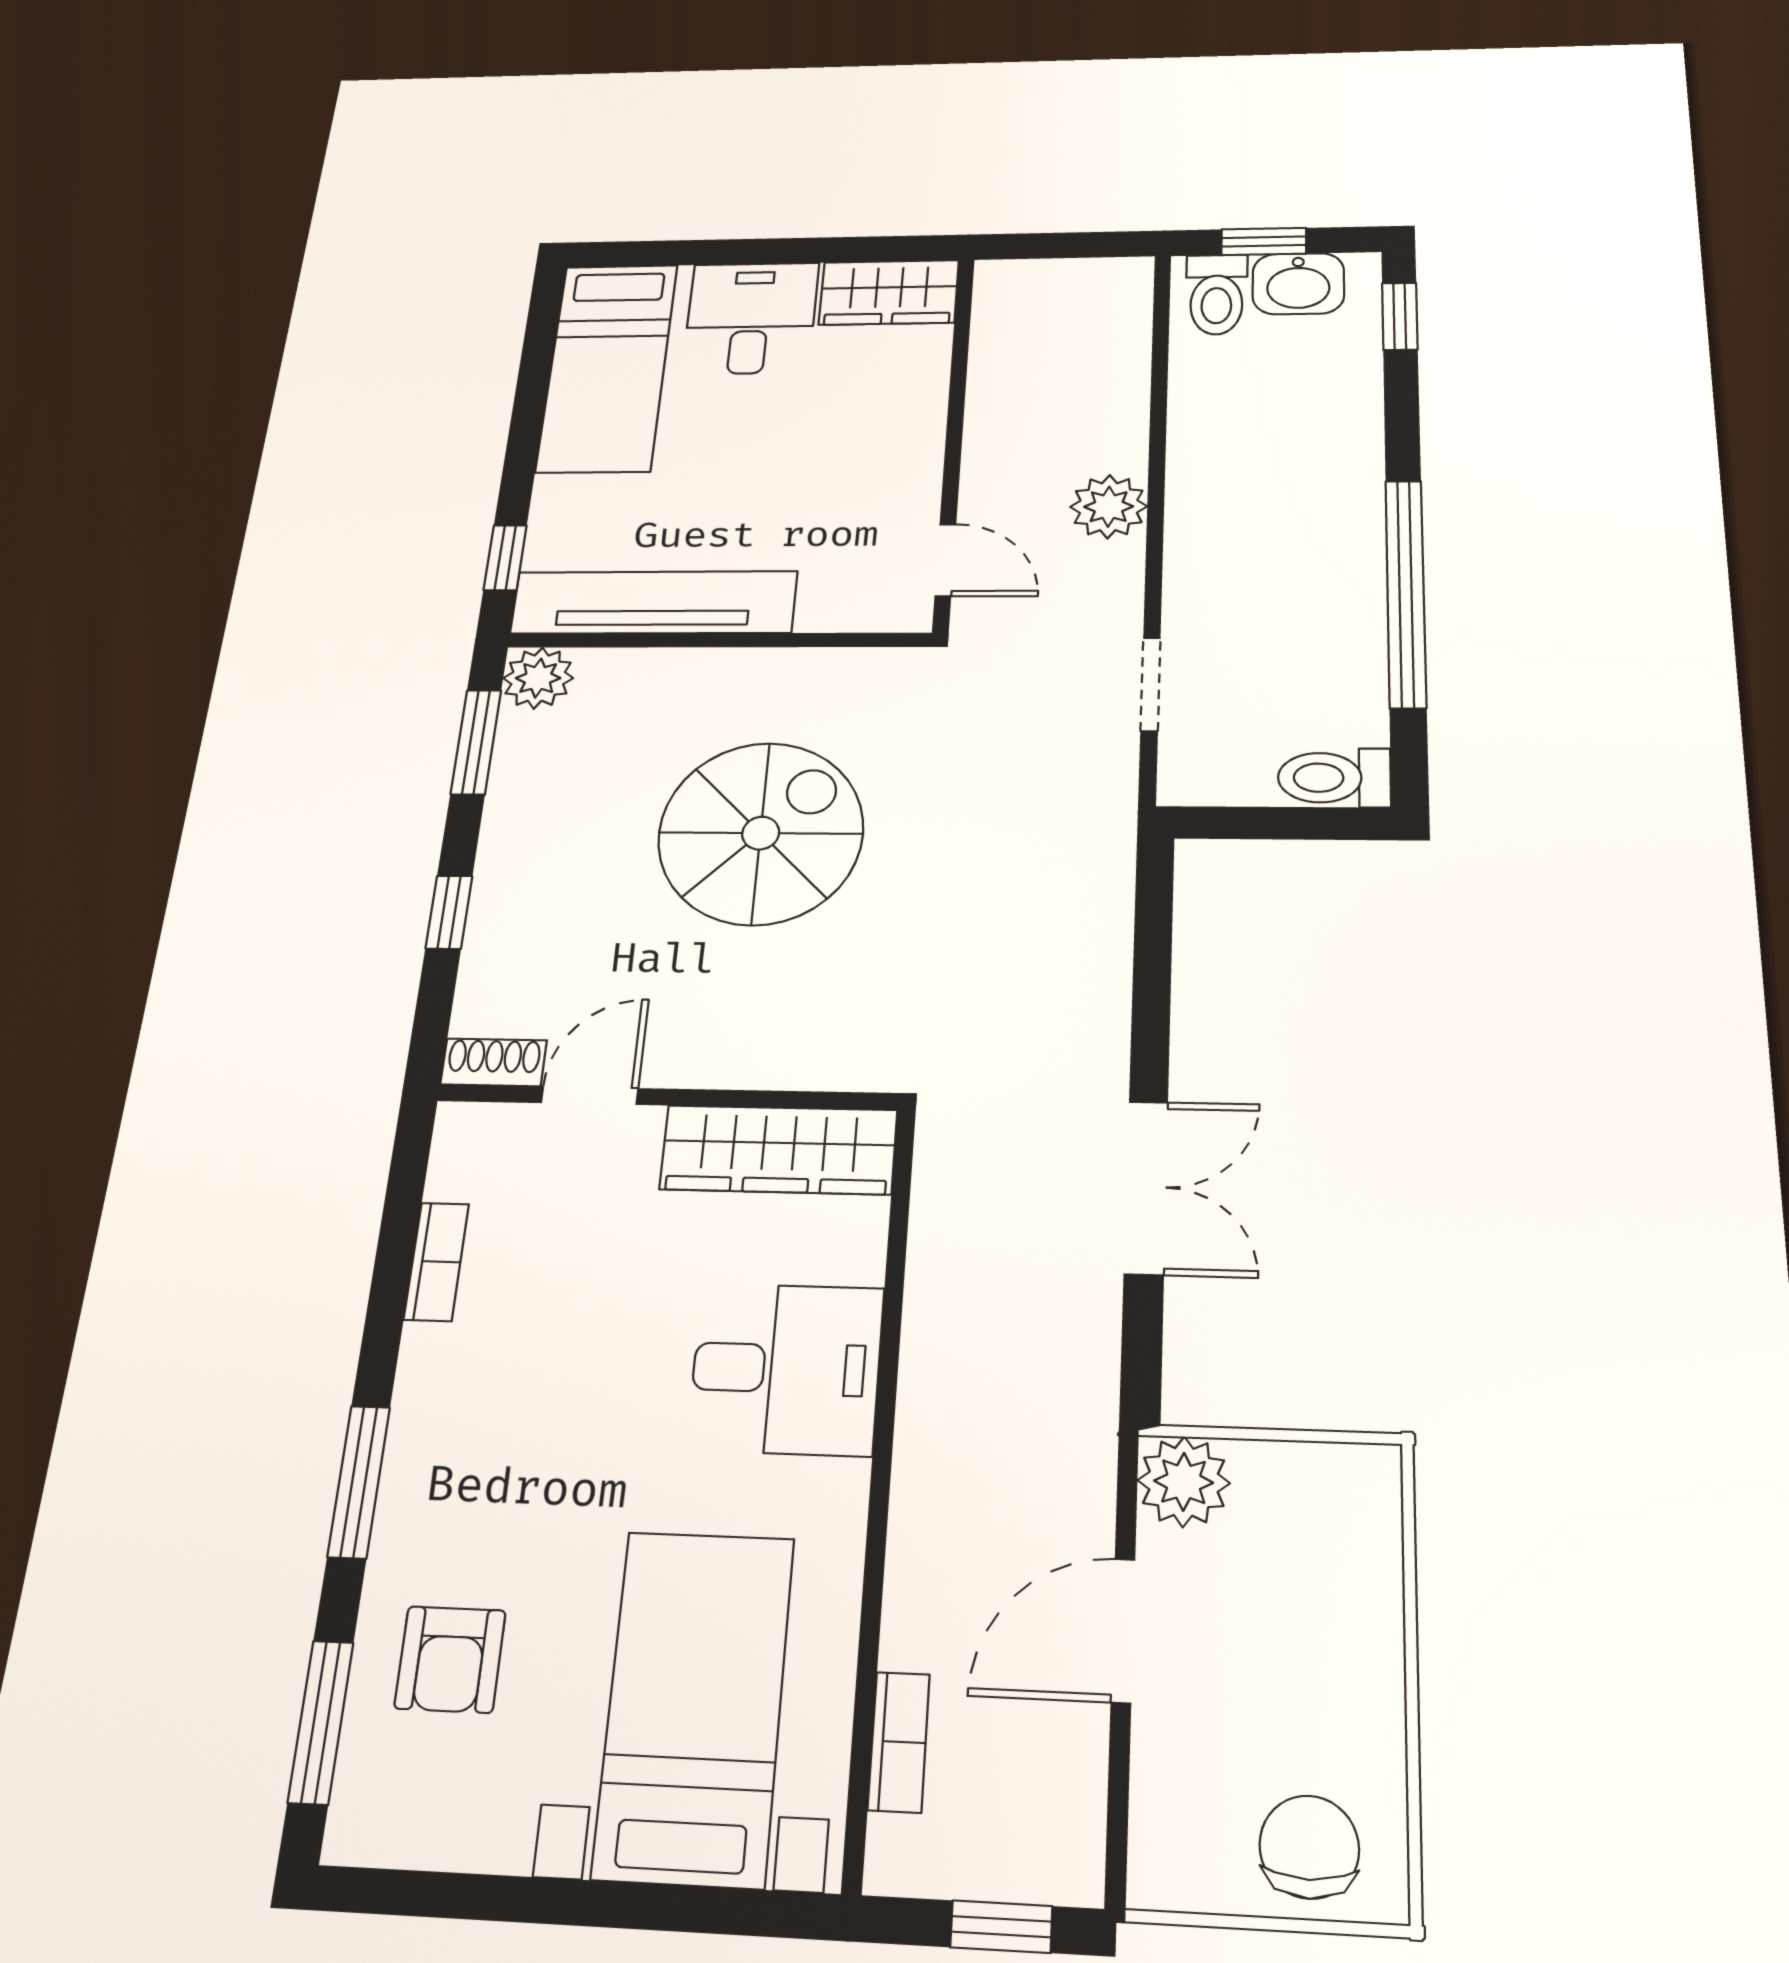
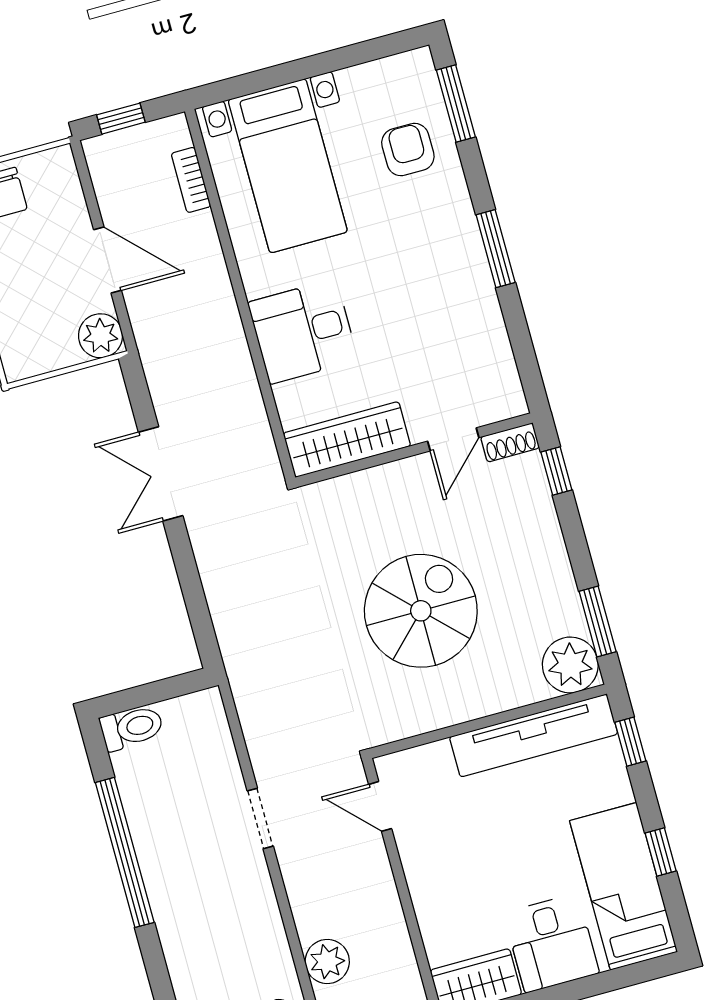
window: (530, 399) -> (661, 852), added
plant: (1109, 507) -> (327, 961), moved
plant: (538, 678) -> (570, 665), width x1.36, depth x1.36
doorway: (1150, 684) -> (260, 819), moved
spiral stairs: (761, 833) -> (421, 611), turned 180
window: (449, 912) -> (556, 471), moved
bookcase: (436, 1262) -> (495, 331), removed
window: (359, 1482) -> (496, 249), moved
door: (1123, 1630) -> (107, 260), hinge flipped

